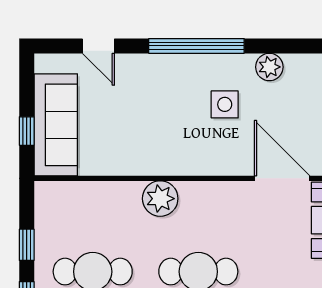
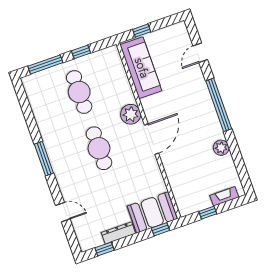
side table: (225, 104) -> (193, 131), removed
sofa: (56, 125) -> (141, 68), moved, turned -90
door: (282, 178) -> (151, 139), moved

